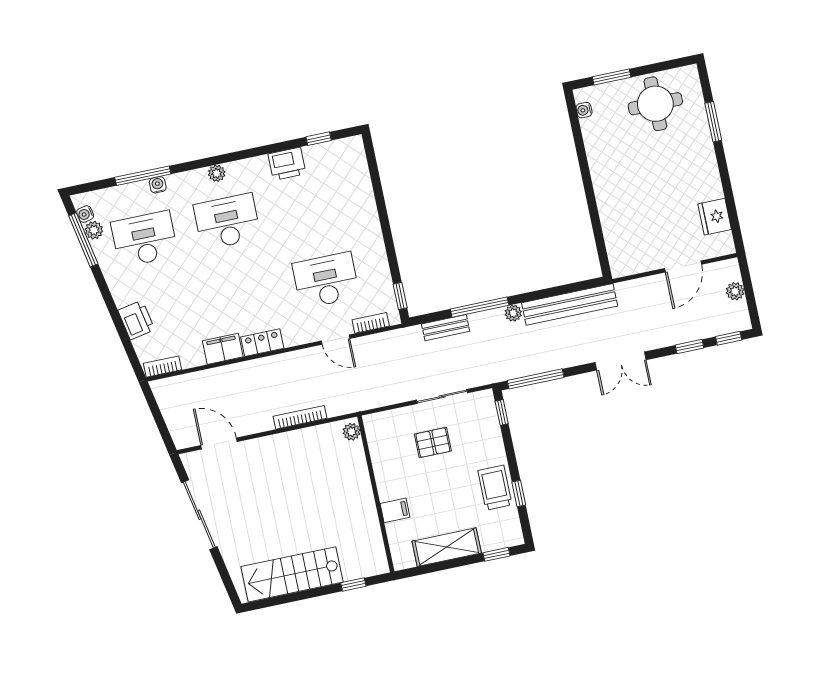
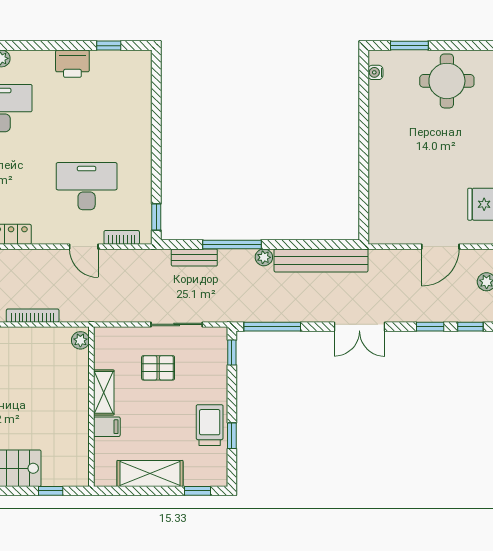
shelving: (385, 478) -> (104, 392), added

